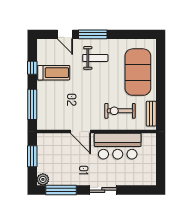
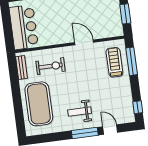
window: (32, 68) -> (138, 107), moved
treadmill: (54, 73) -> (114, 62), moved, turned 90
bar counter: (118, 146) -> (24, 27), moved, turned 90

